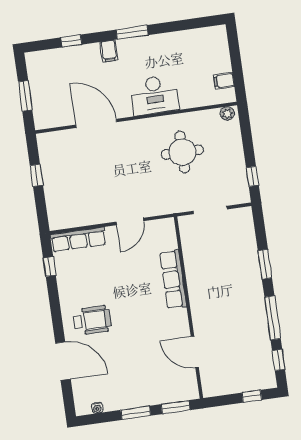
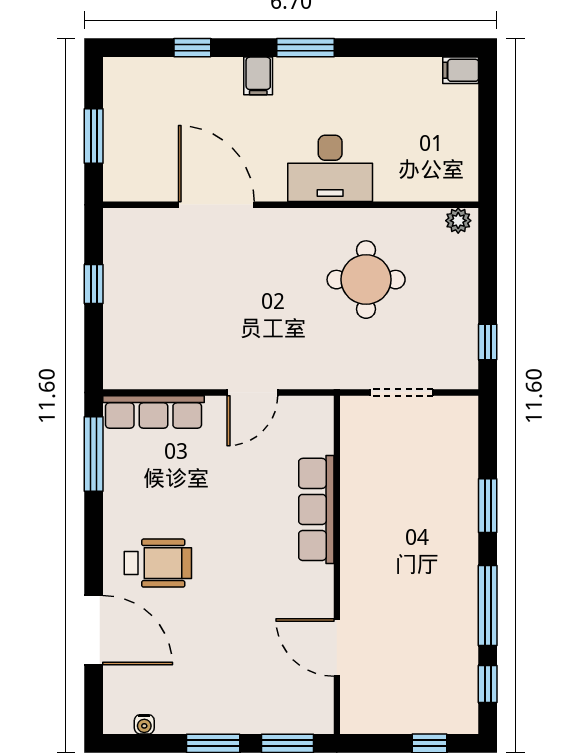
filing cabinet: (224, 81) -> (461, 70), moved
window: (49, 267) -> (94, 454), width x2.17

